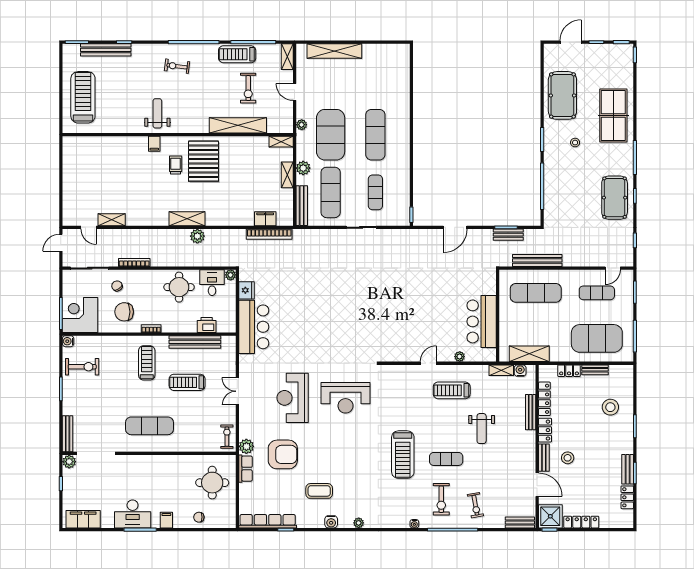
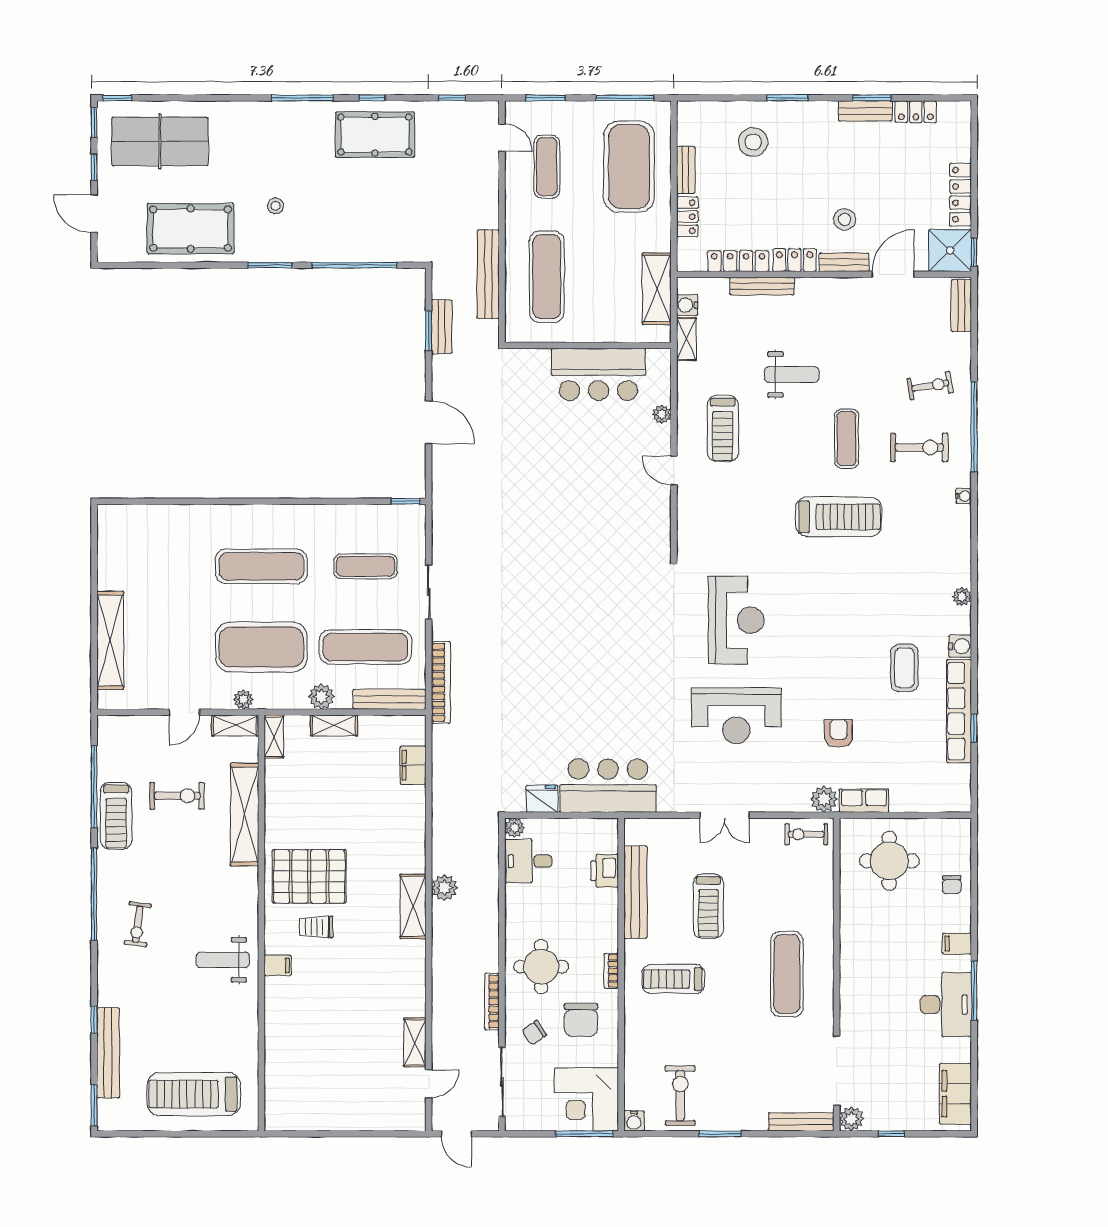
shelving: (287, 57) -> (235, 725), moved
table tennis table: (613, 116) -> (160, 141), moved
bookcase: (269, 234) -> (441, 682), moved
round table: (179, 287) -> (541, 967), moved
armchair: (283, 454) -> (839, 733), width x0.53, depth x0.53
row of seats: (268, 521) -> (959, 711), moved

